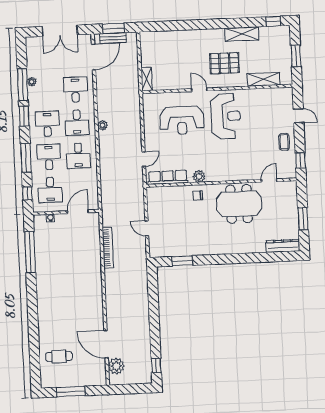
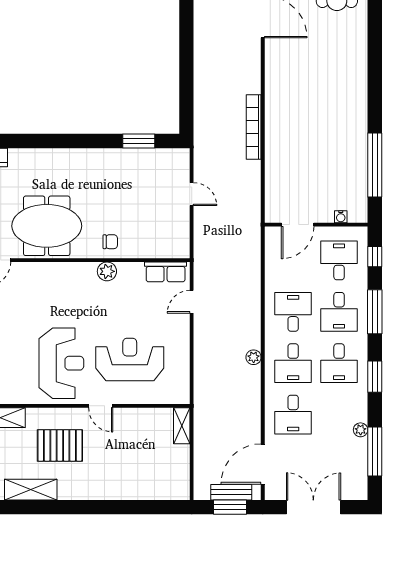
window: (23, 84) -> (375, 452), moved
reception desk: (226, 116) -> (61, 363), turned 180
desk: (77, 123) -> (293, 363), turned 180
row of seats: (168, 177) -> (166, 272), width x0.68
bookcase: (108, 248) -> (254, 127), moved

